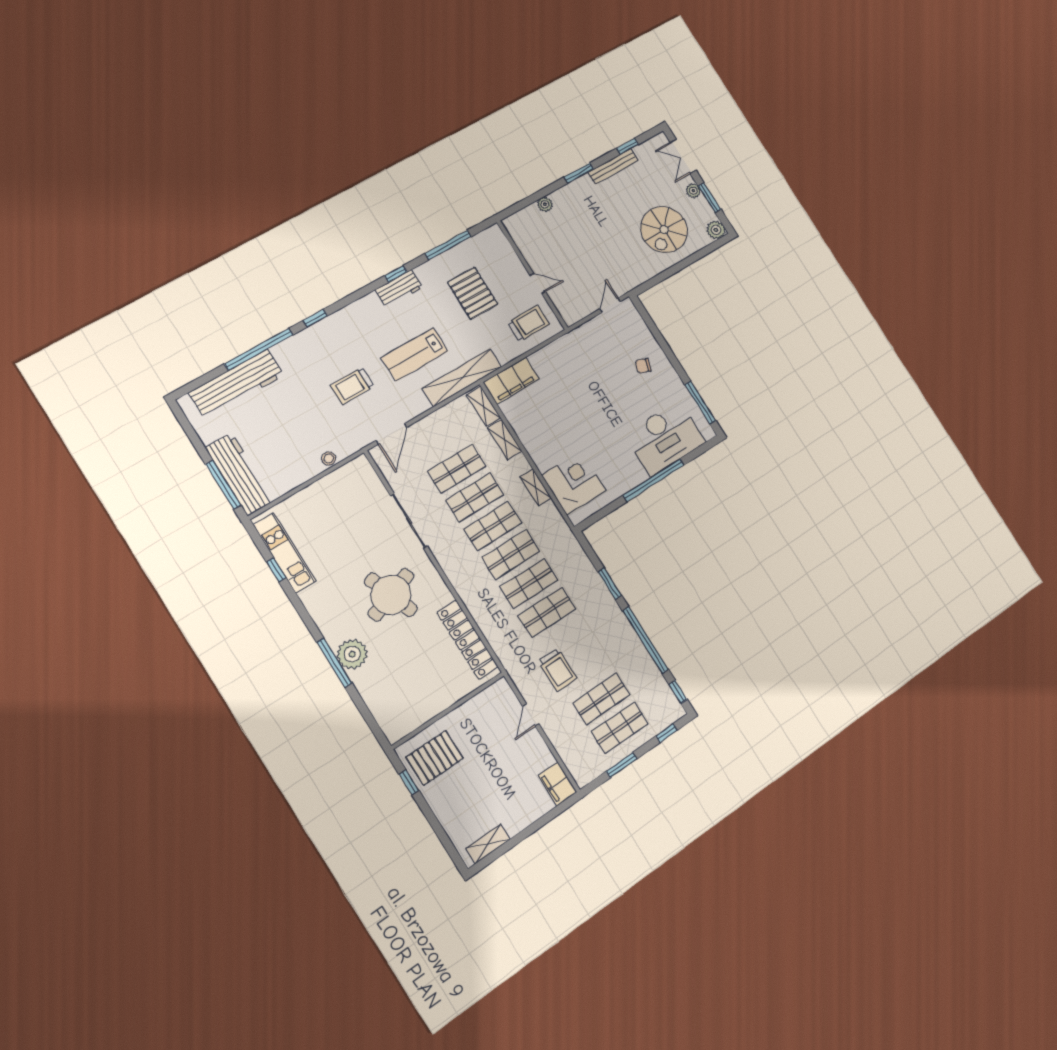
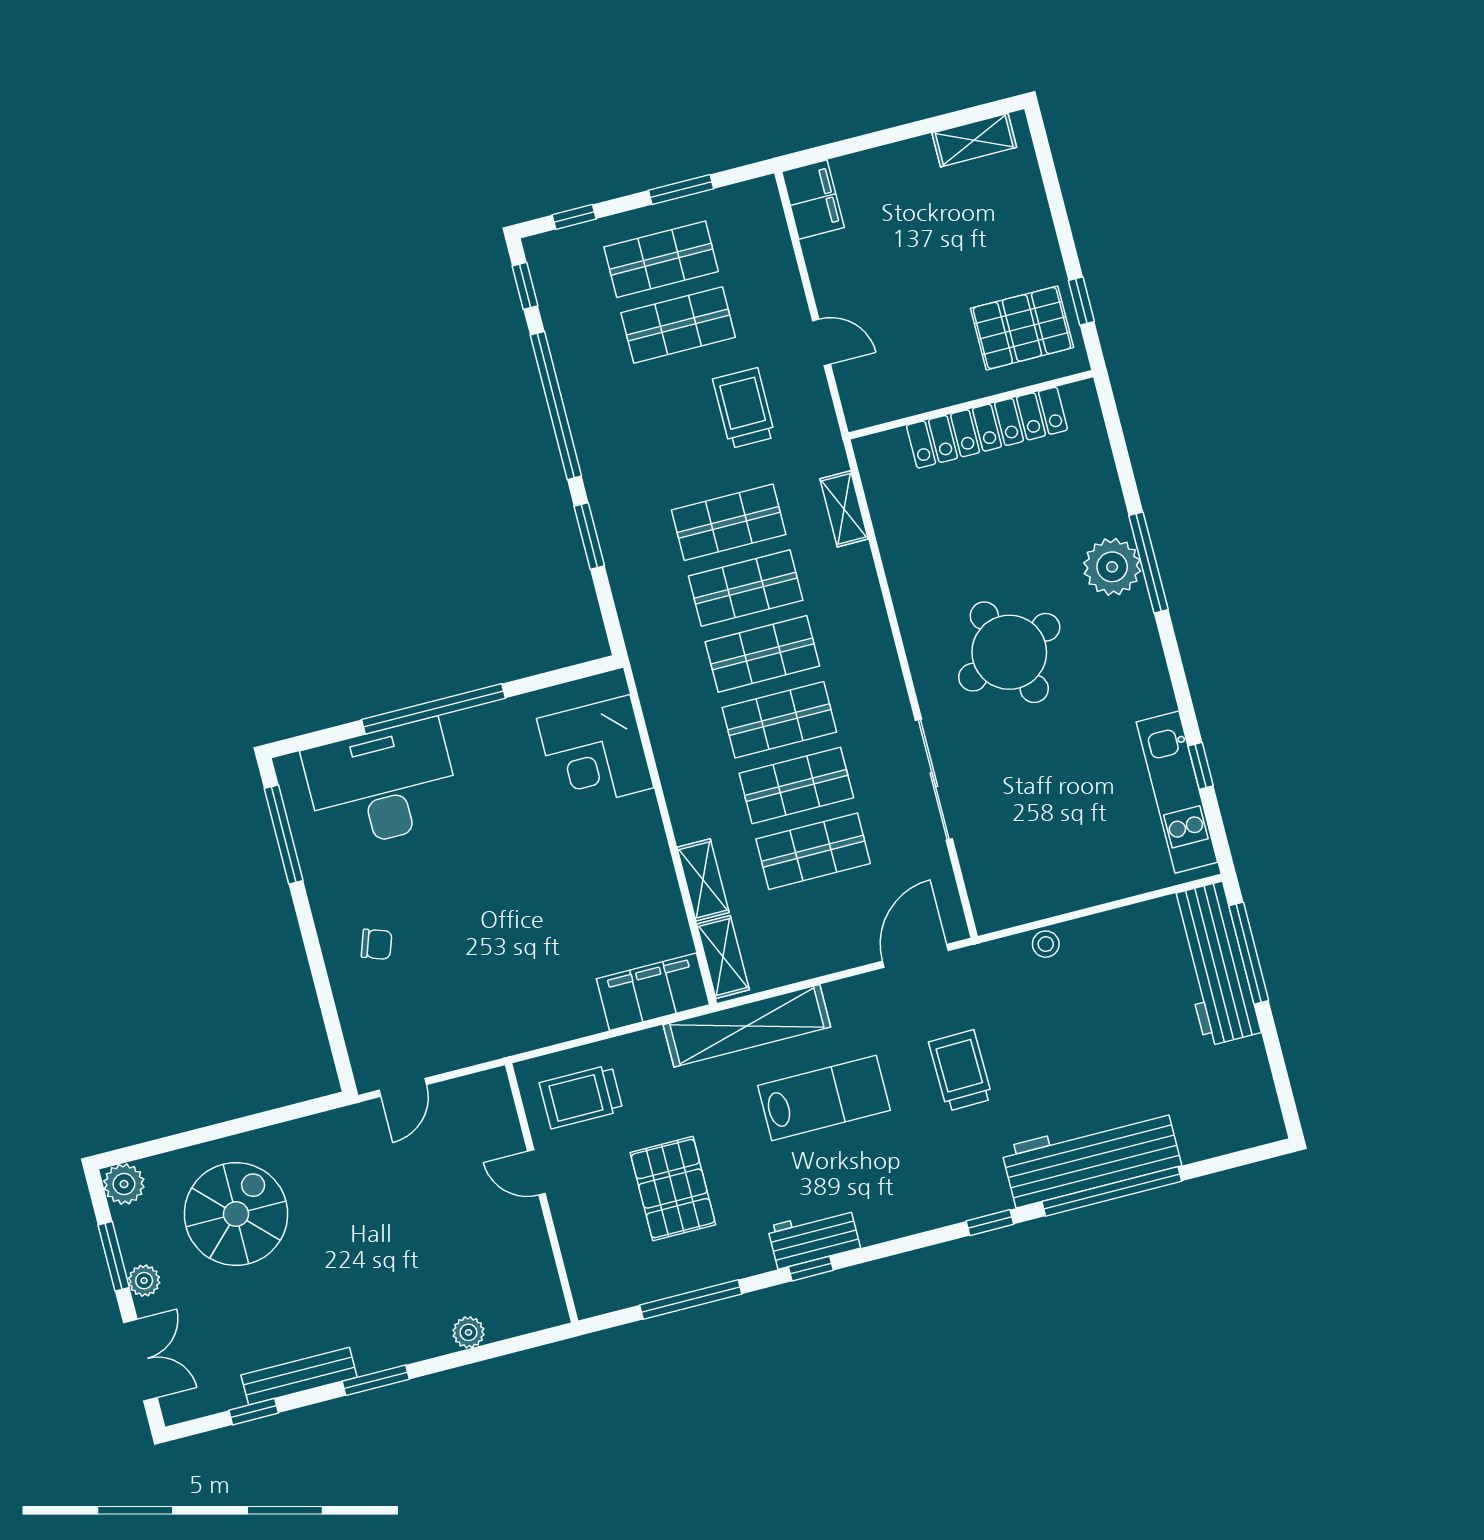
workbench: (237, 384) -> (1091, 1157), moved
trolley: (352, 386) -> (961, 1071), turned -91
shelving: (536, 487) -> (844, 509), moved
locker: (468, 640) -> (987, 428), moved, turned 90
door: (531, 715) -> (822, 342), hinge flipped

